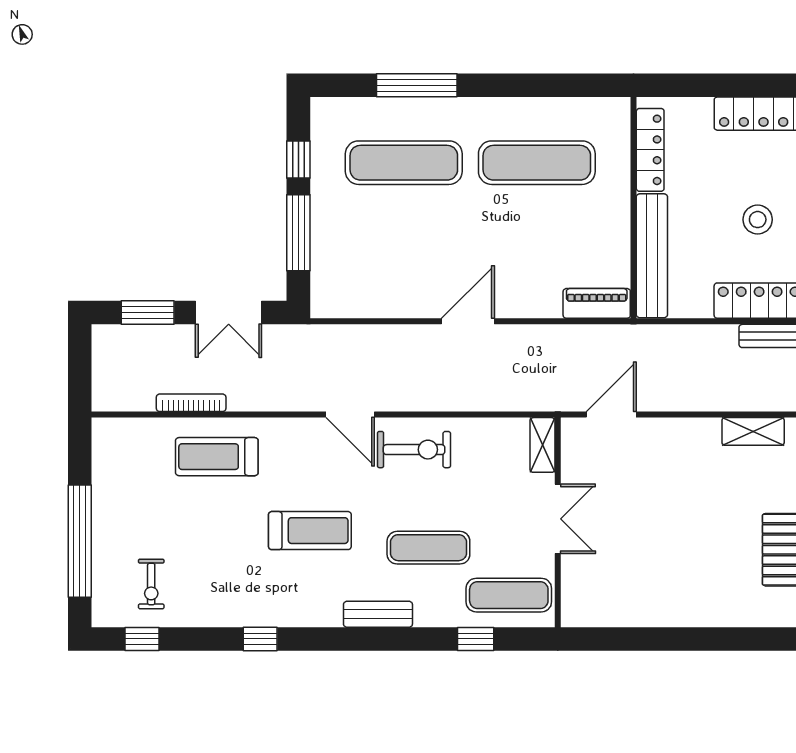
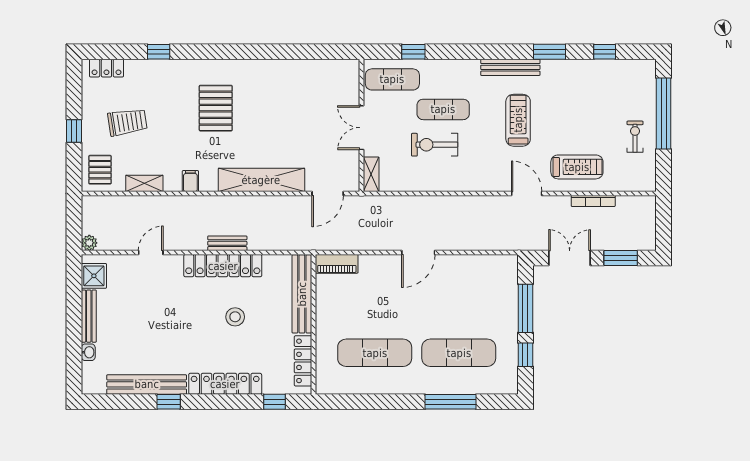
window: (695, 85) -> (274, 402), added
door: (350, 415) -> (527, 194), moved
shelving: (753, 431) -> (261, 180), width x2.20, depth x1.33
exercise bike: (414, 450) -> (435, 145), moved
treadmill: (310, 531) -> (518, 120), turned 90
exercise bike: (151, 584) -> (635, 137), moved
bench: (378, 614) -> (510, 67), moved, width x1.36
window: (142, 639) -> (605, 52), moved
window: (260, 639) -> (550, 52), width x1.50

